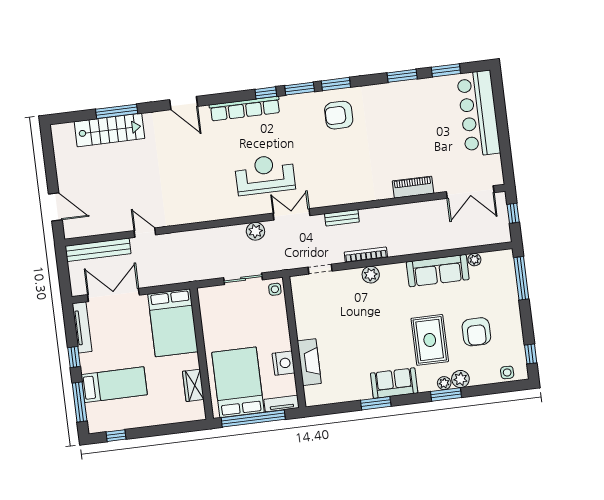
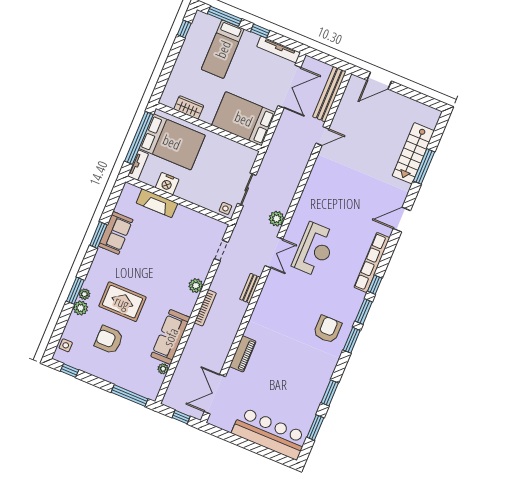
bookcase: (366, 255) -> (205, 308), moved
sofa: (394, 383) -> (116, 233), moved

